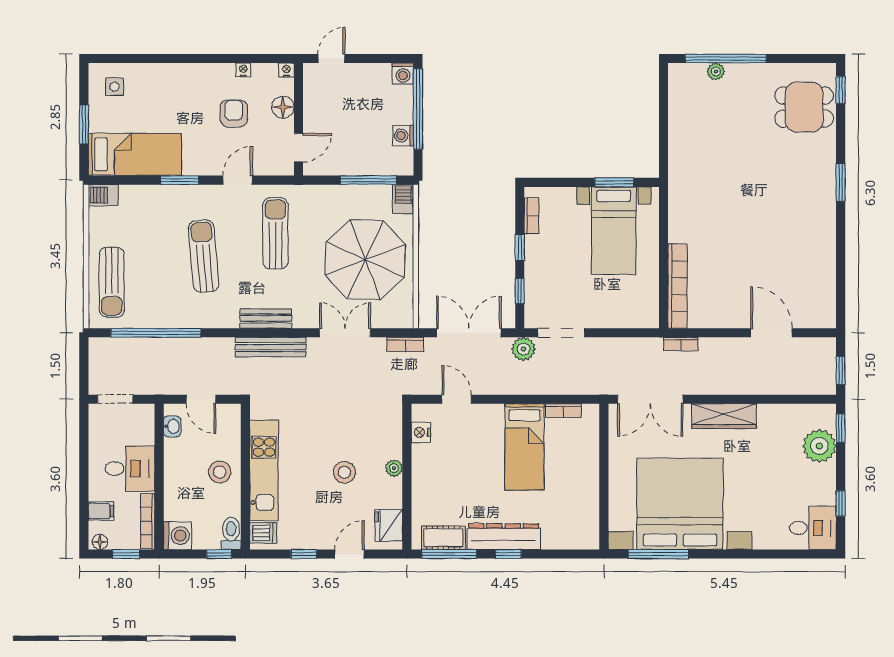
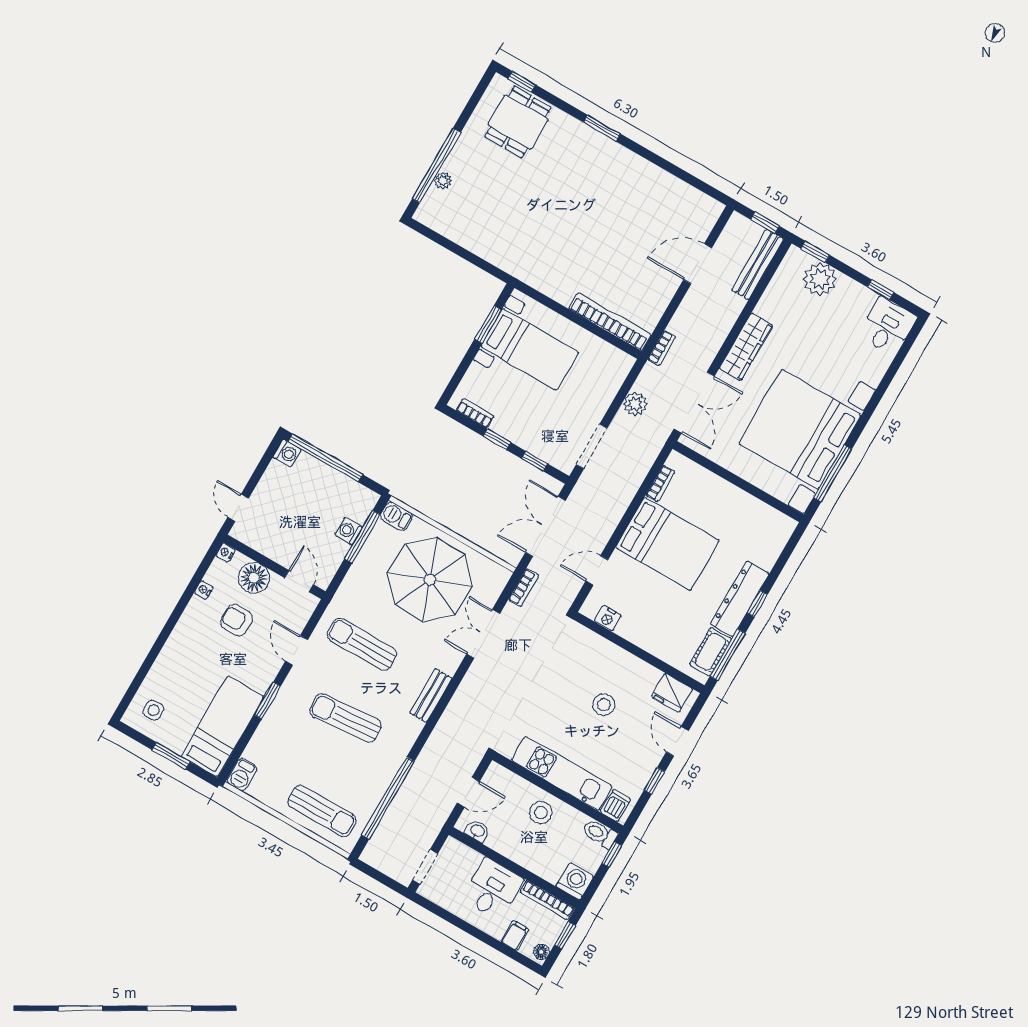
floor lamp: (283, 107) -> (254, 578), width x1.38, depth x1.38
washing machine: (403, 136) -> (349, 531), moved, turned 90
bench: (271, 347) -> (758, 264), moved
plant: (523, 349) -> (635, 404), moved
bed: (524, 447) -> (667, 544), width x1.50
plant: (394, 468) -> (625, 659), removed

